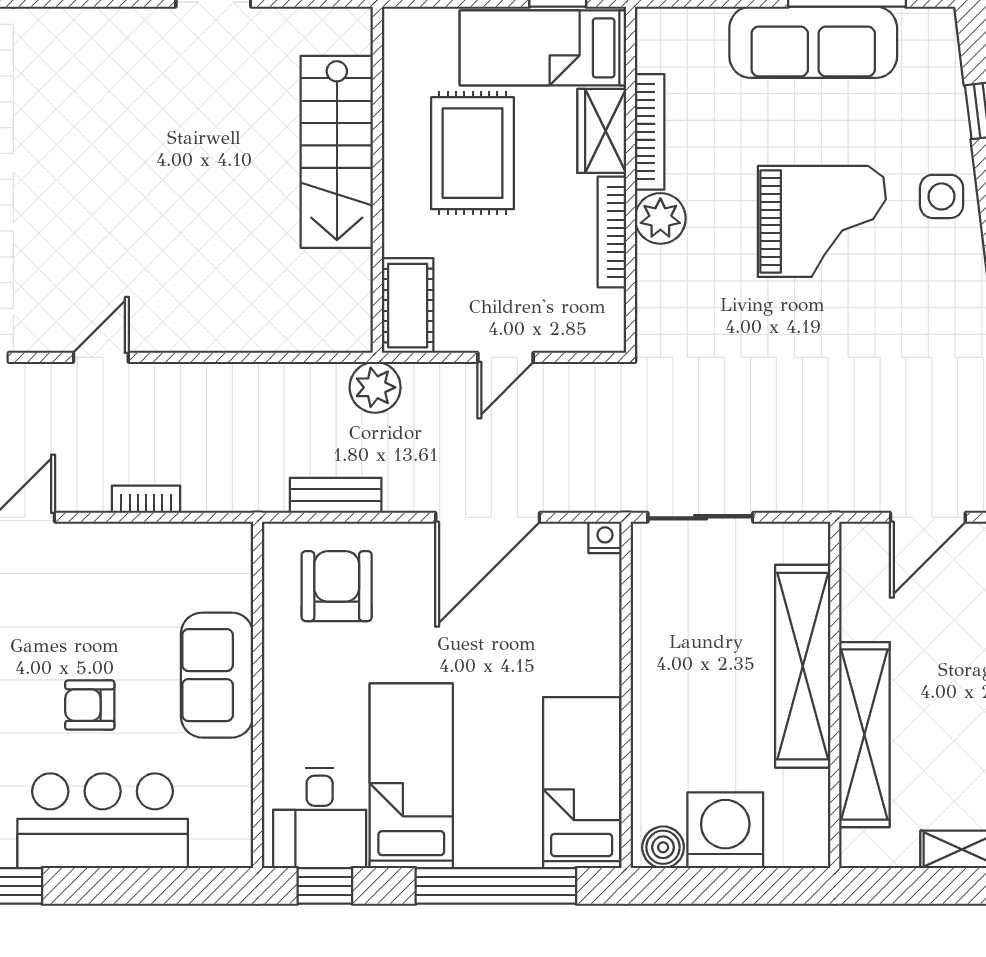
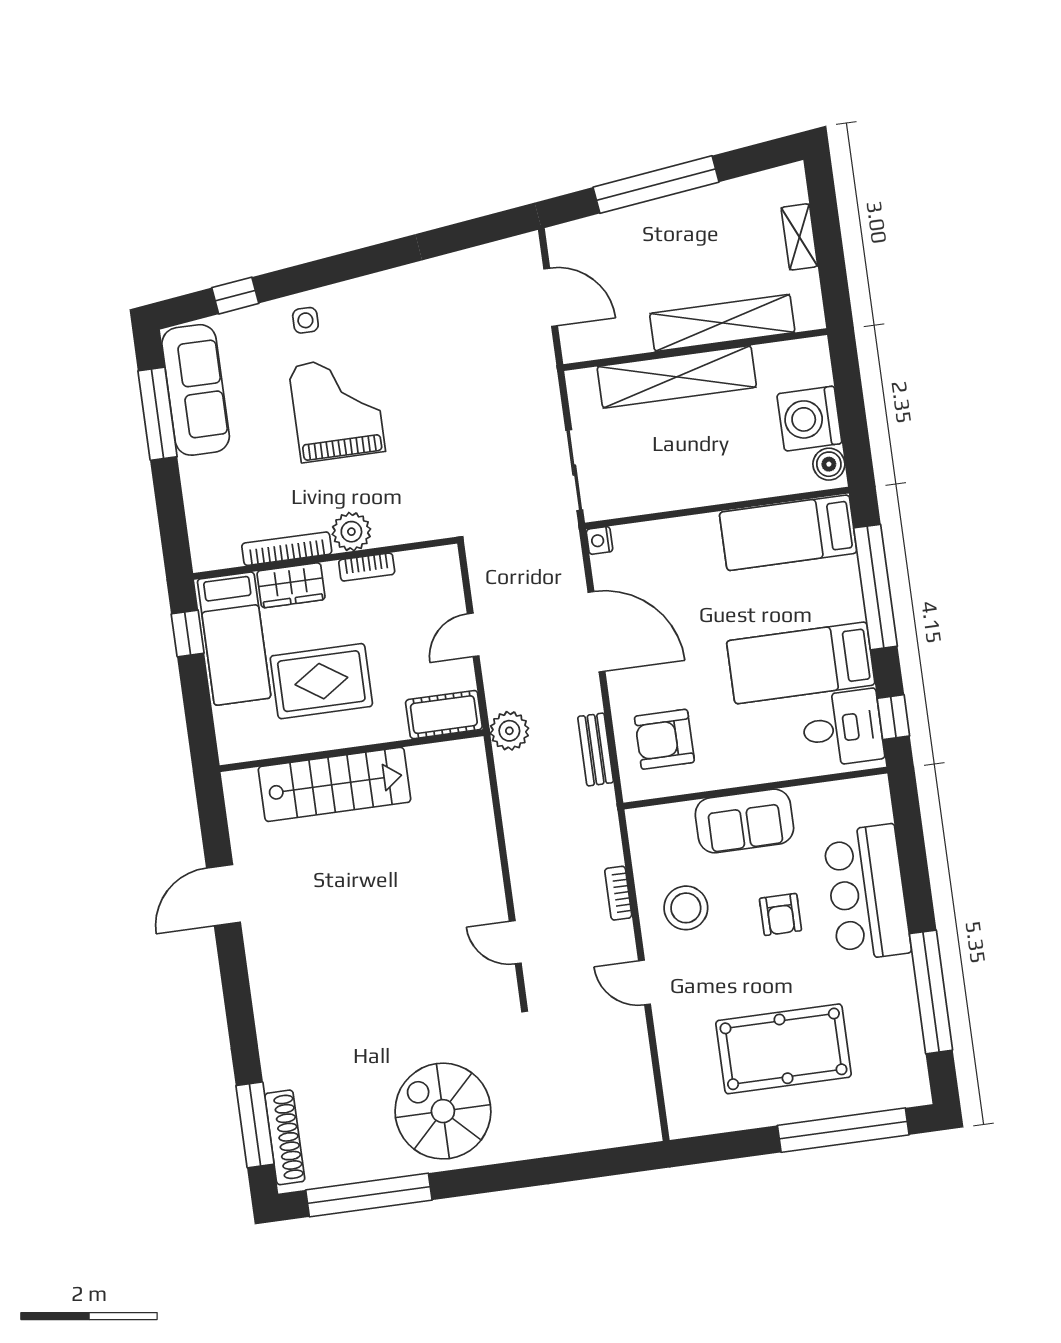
sofa: (813, 42) -> (196, 390), moved
side table: (942, 196) -> (305, 320), width x0.73, depth x0.73
bookcase: (612, 232) -> (367, 567), width x0.64
door: (506, 357) -> (473, 635), swing flipped
stool: (115, 584) -> (686, 908), added

